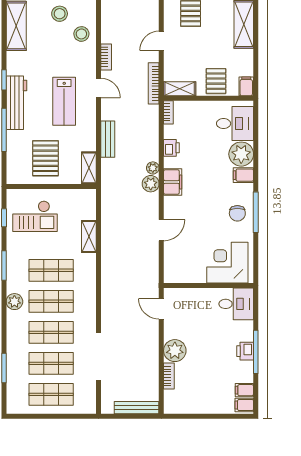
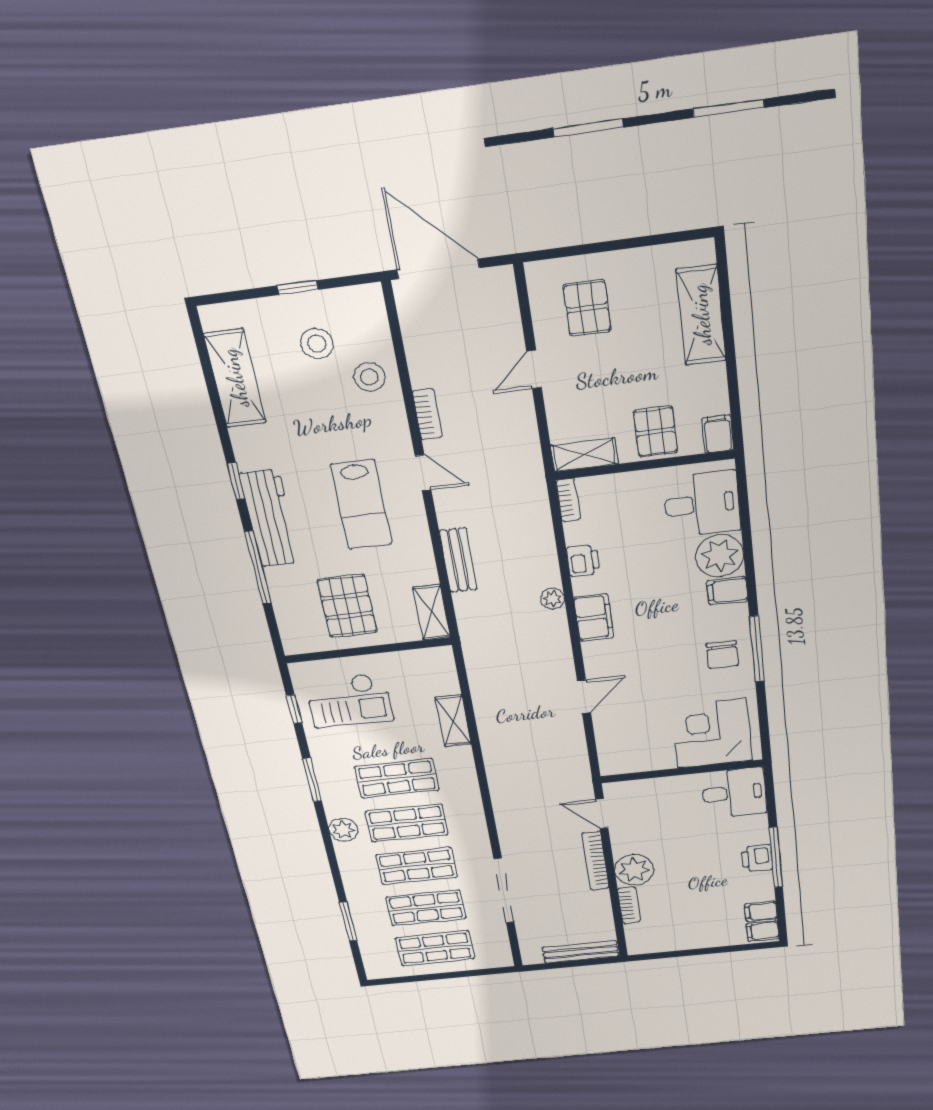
bookcase: (154, 83) -> (595, 861), moved
plant: (151, 184) -> (553, 625), removed

